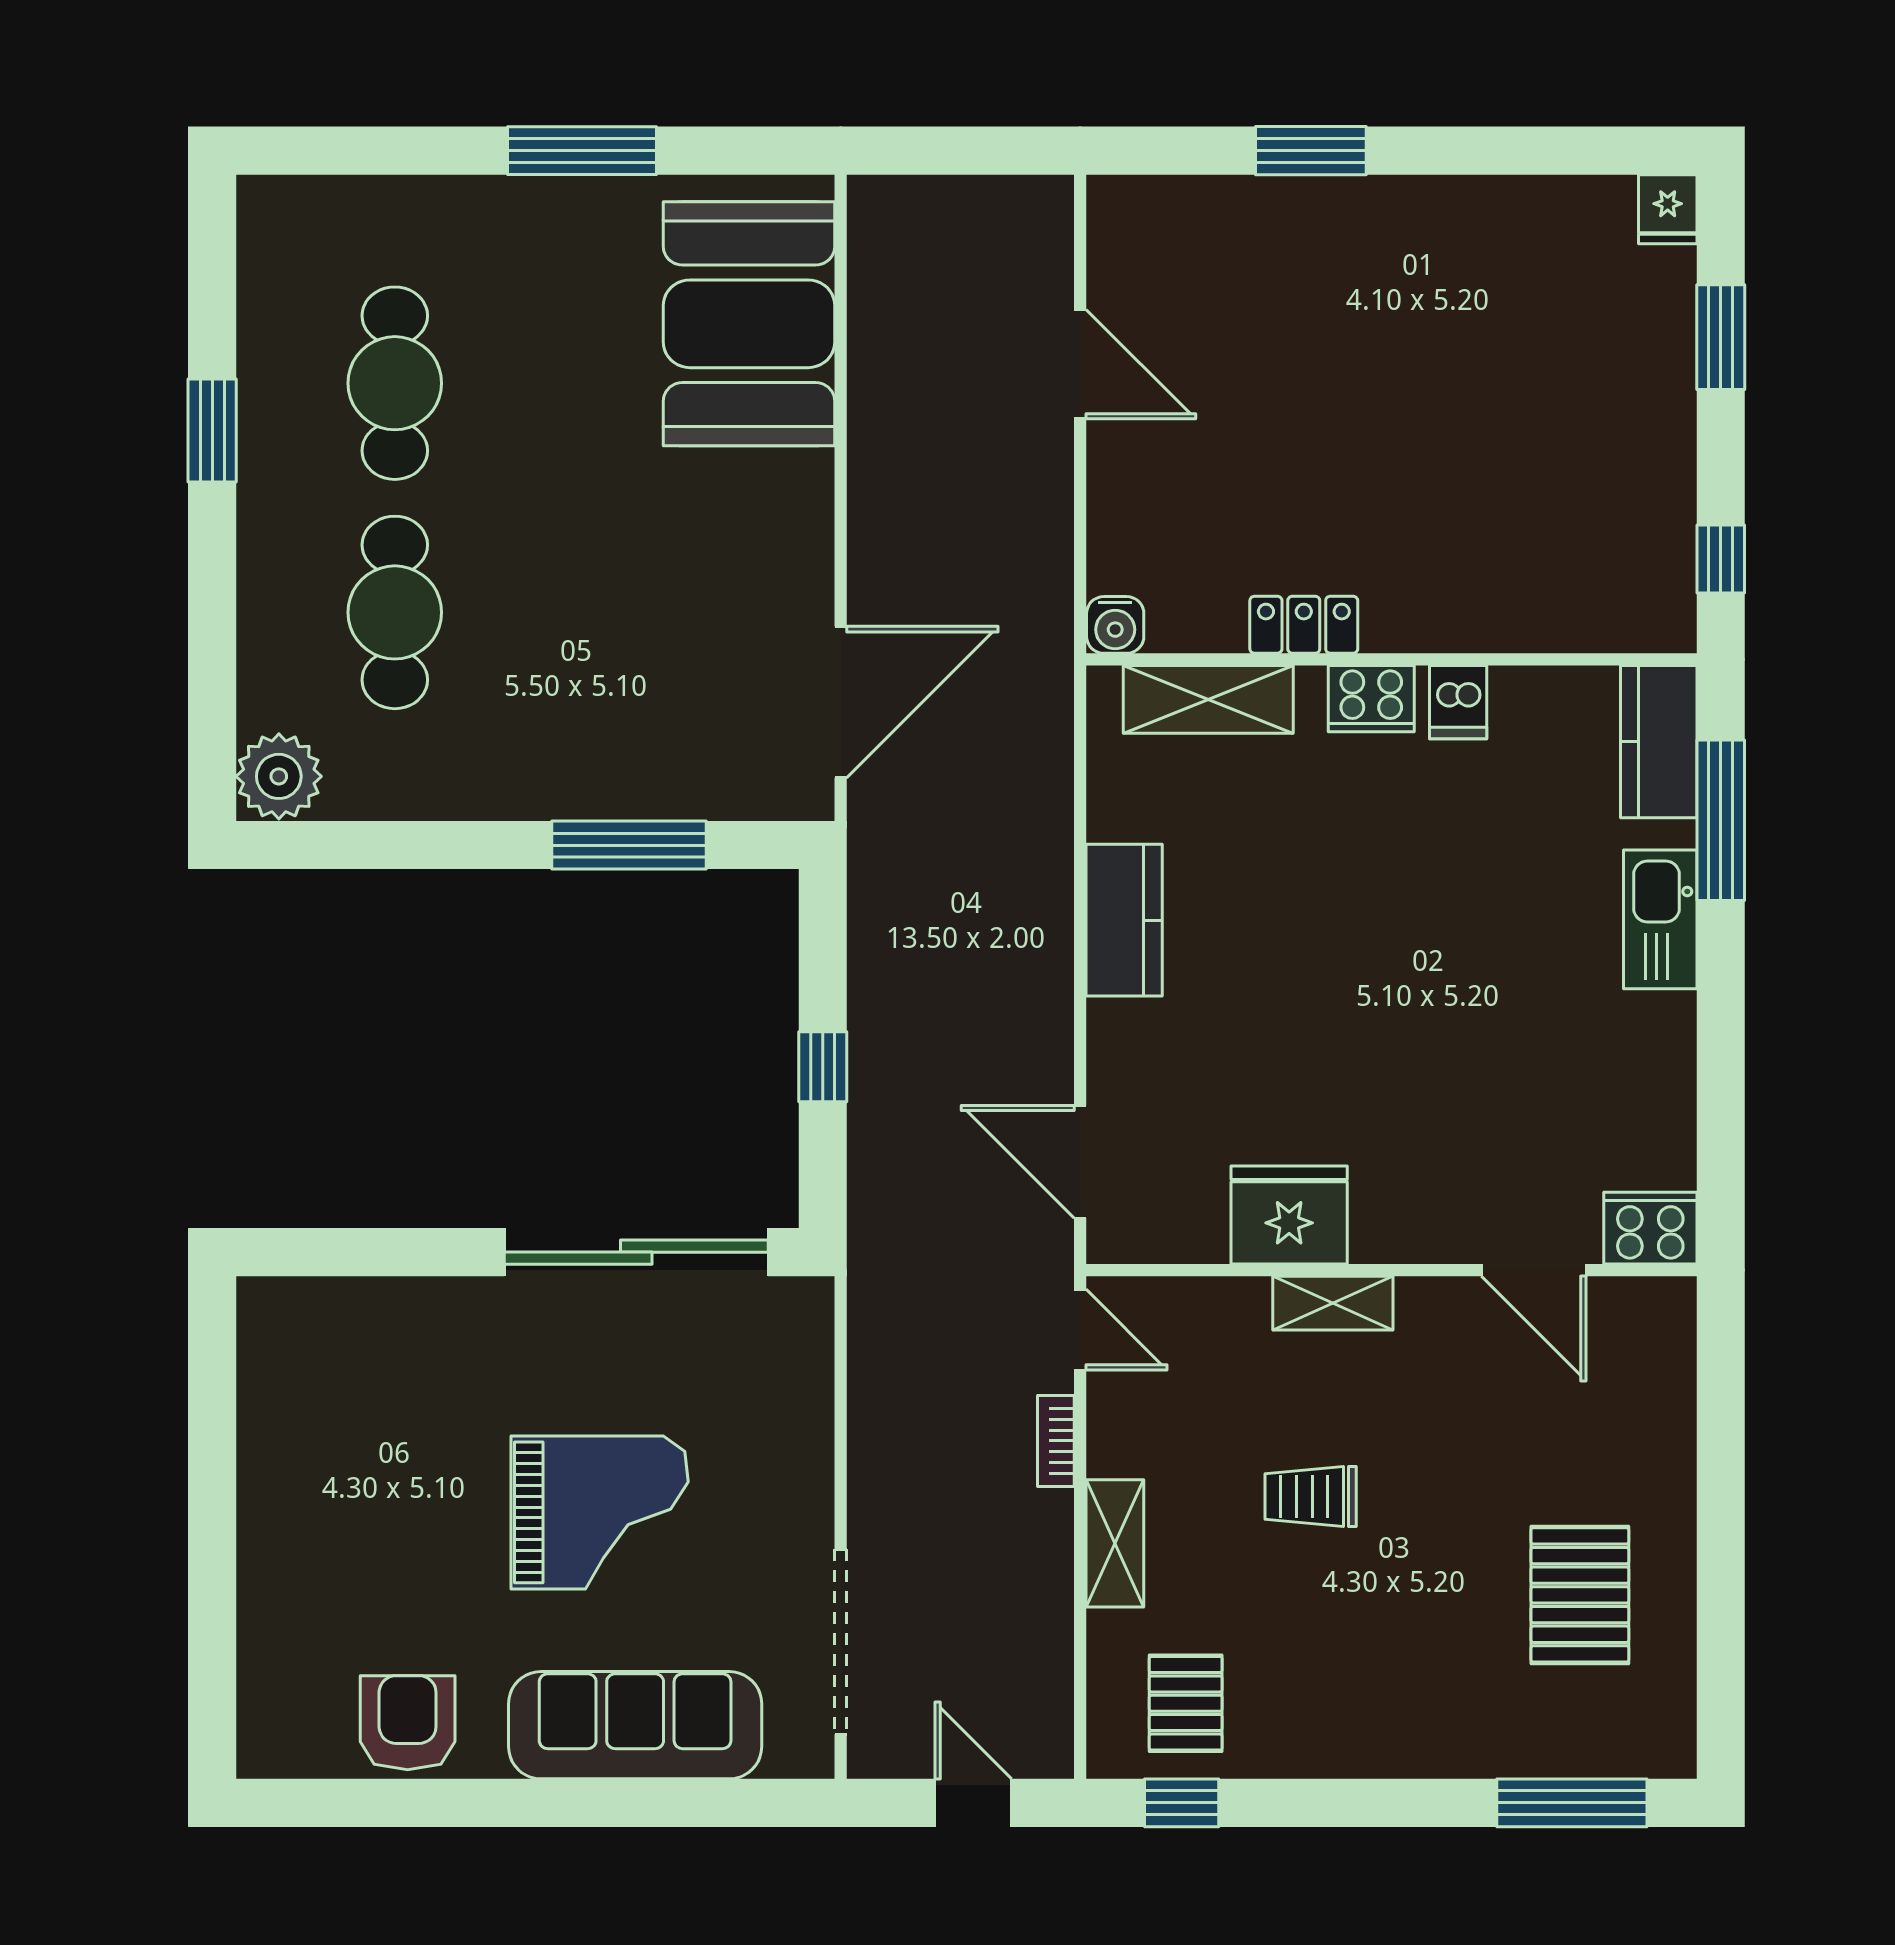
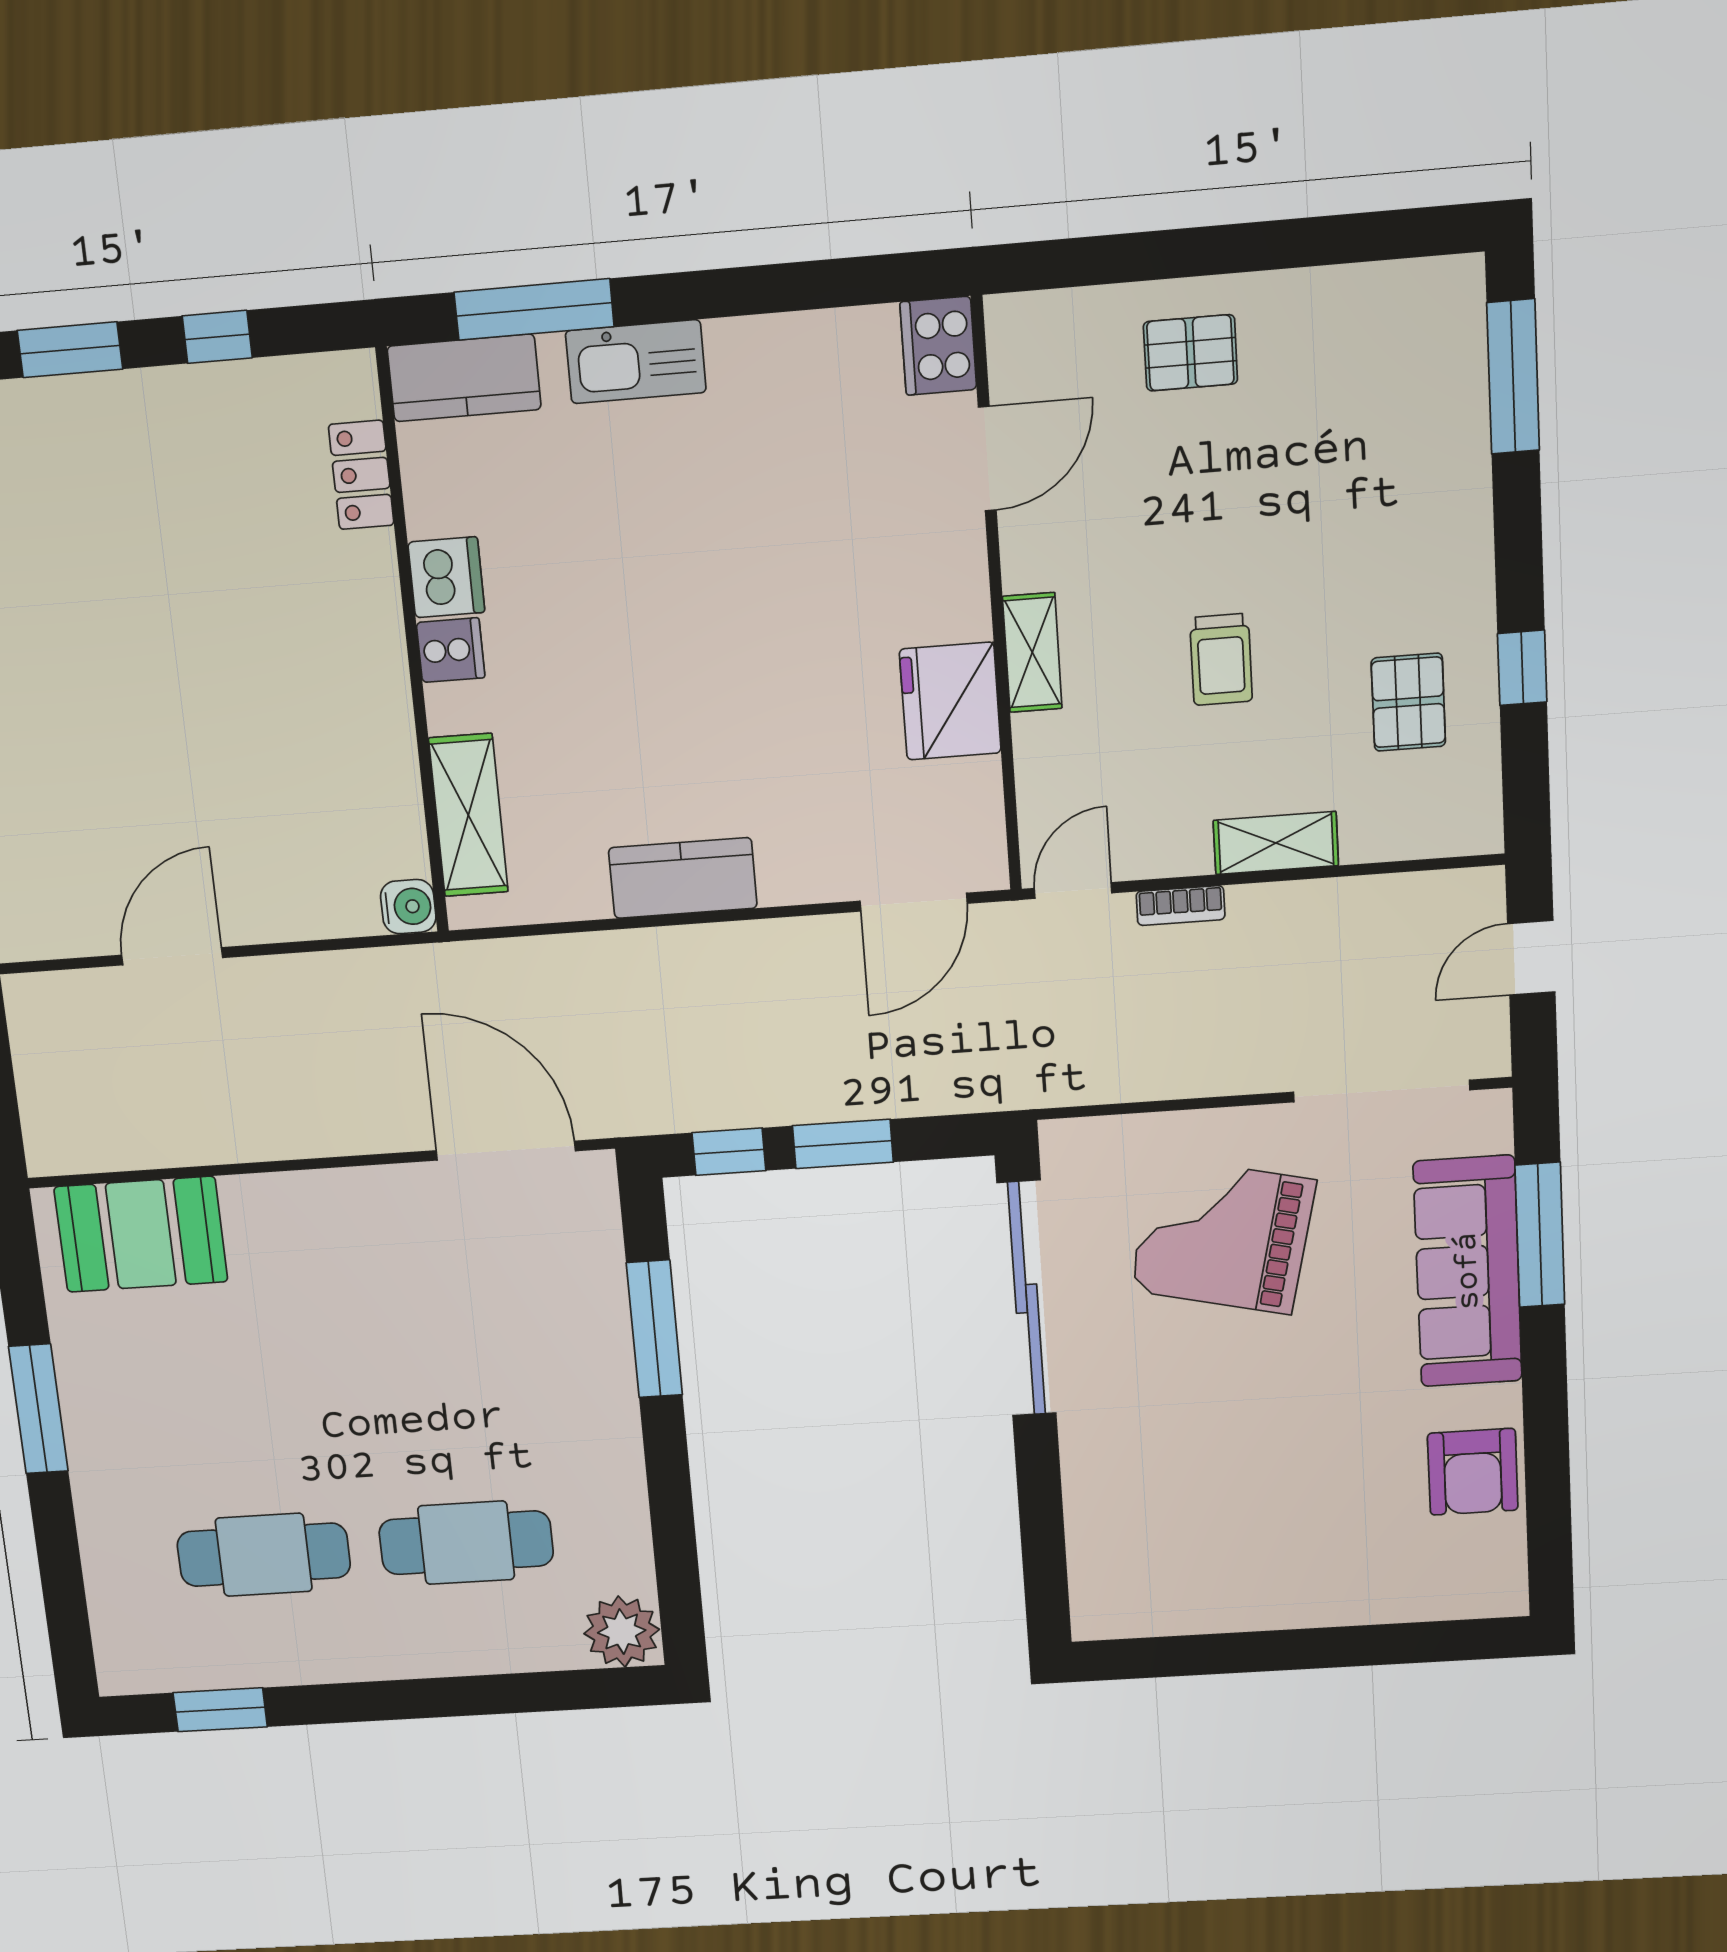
booth: (749, 324) -> (141, 1234), width x0.73, depth x0.70
window: (212, 430) -> (220, 1710), moved
window: (1721, 559) -> (217, 337), moved
locker: (1304, 625) -> (361, 475), moved
cooker: (1371, 699) -> (451, 650), width x0.73
dishwasher: (1458, 702) -> (446, 577), width x1.38
window: (823, 944) -> (729, 1152), added
window: (823, 1067) -> (843, 1144), width x1.50
grand piano: (600, 1512) -> (1223, 1235), moved, turned -77
pallet: (1580, 1595) -> (1190, 353), moved, width x0.67, depth x0.71
pallet: (1186, 1703) -> (1408, 702), moved, turned 90
armchair: (408, 1723) -> (1473, 1472), turned -90
window: (671, 1803) -> (1540, 1235), added
window: (1182, 1803) -> (1522, 668), moved

